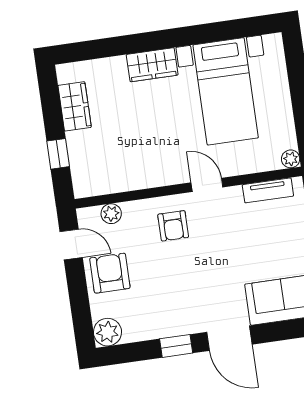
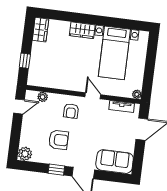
wardrobe: (75, 106) -> (40, 30), moved
door: (71, 245) -> (19, 106), hinge flipped
armchair: (110, 273) -> (59, 140), moved, turned 90

